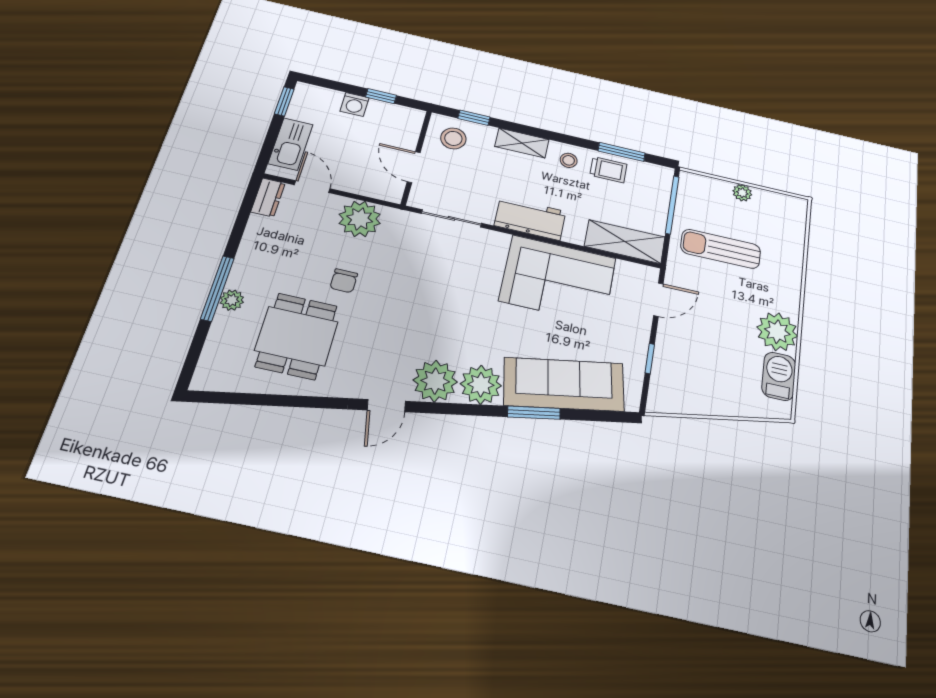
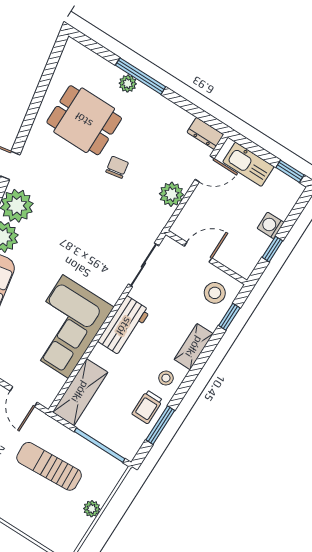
plant: (360, 219) -> (171, 194), width x0.73, depth x0.73
sun lounger: (721, 249) -> (49, 466), turned -93
chair: (344, 281) -> (117, 167), turned 80

